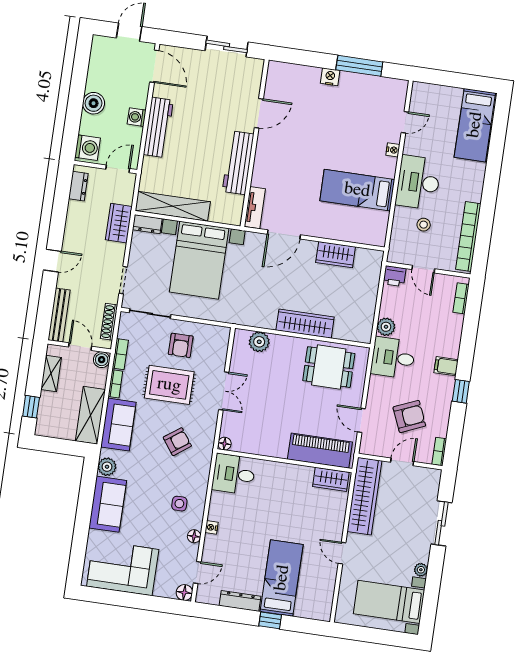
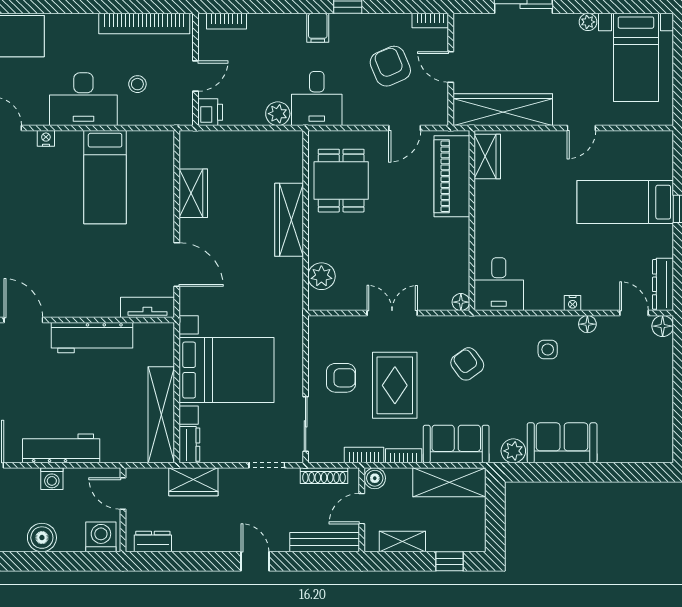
corner sofa: (123, 568) -> (642, 411), removed
dresser: (240, 601) -> (663, 284), moved

